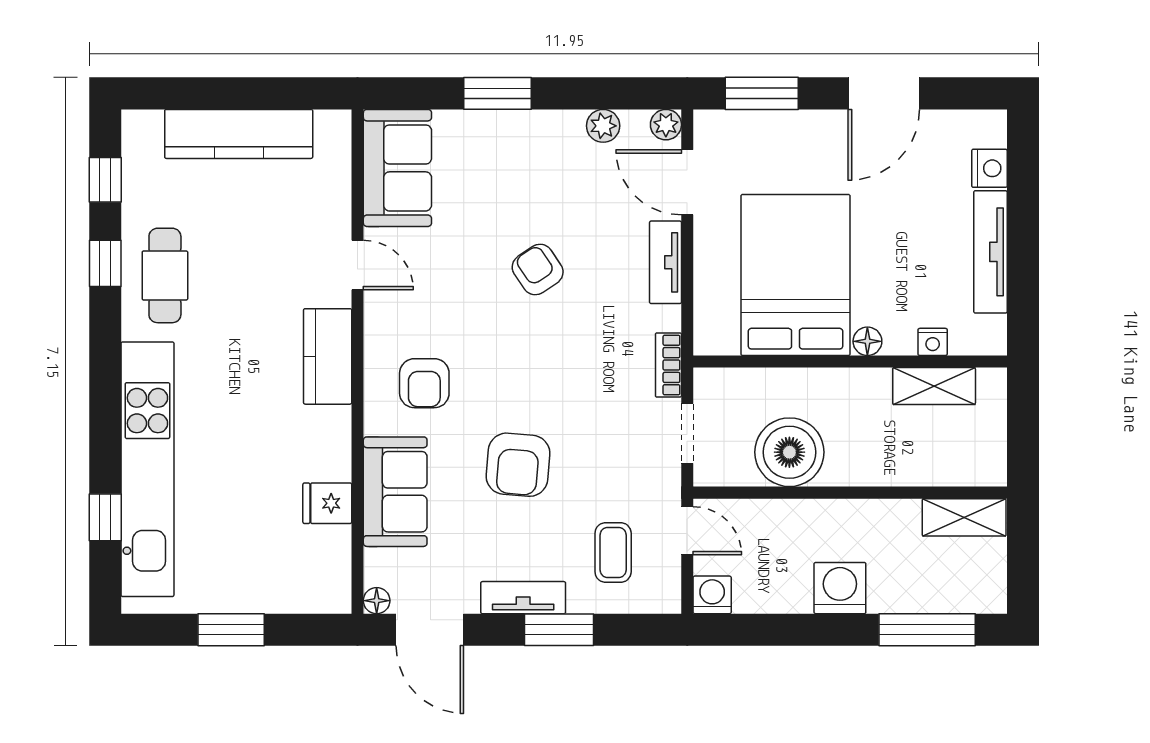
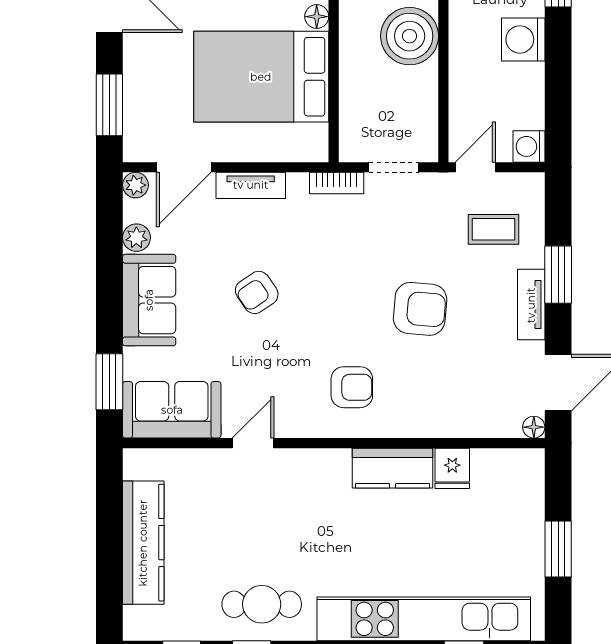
window: (497, 93) -> (109, 382), moved
kitchen counter: (328, 356) -> (393, 468), moved
boiler: (789, 452) -> (410, 36), moved
sofa: (395, 492) -> (149, 300), moved, turned 90

